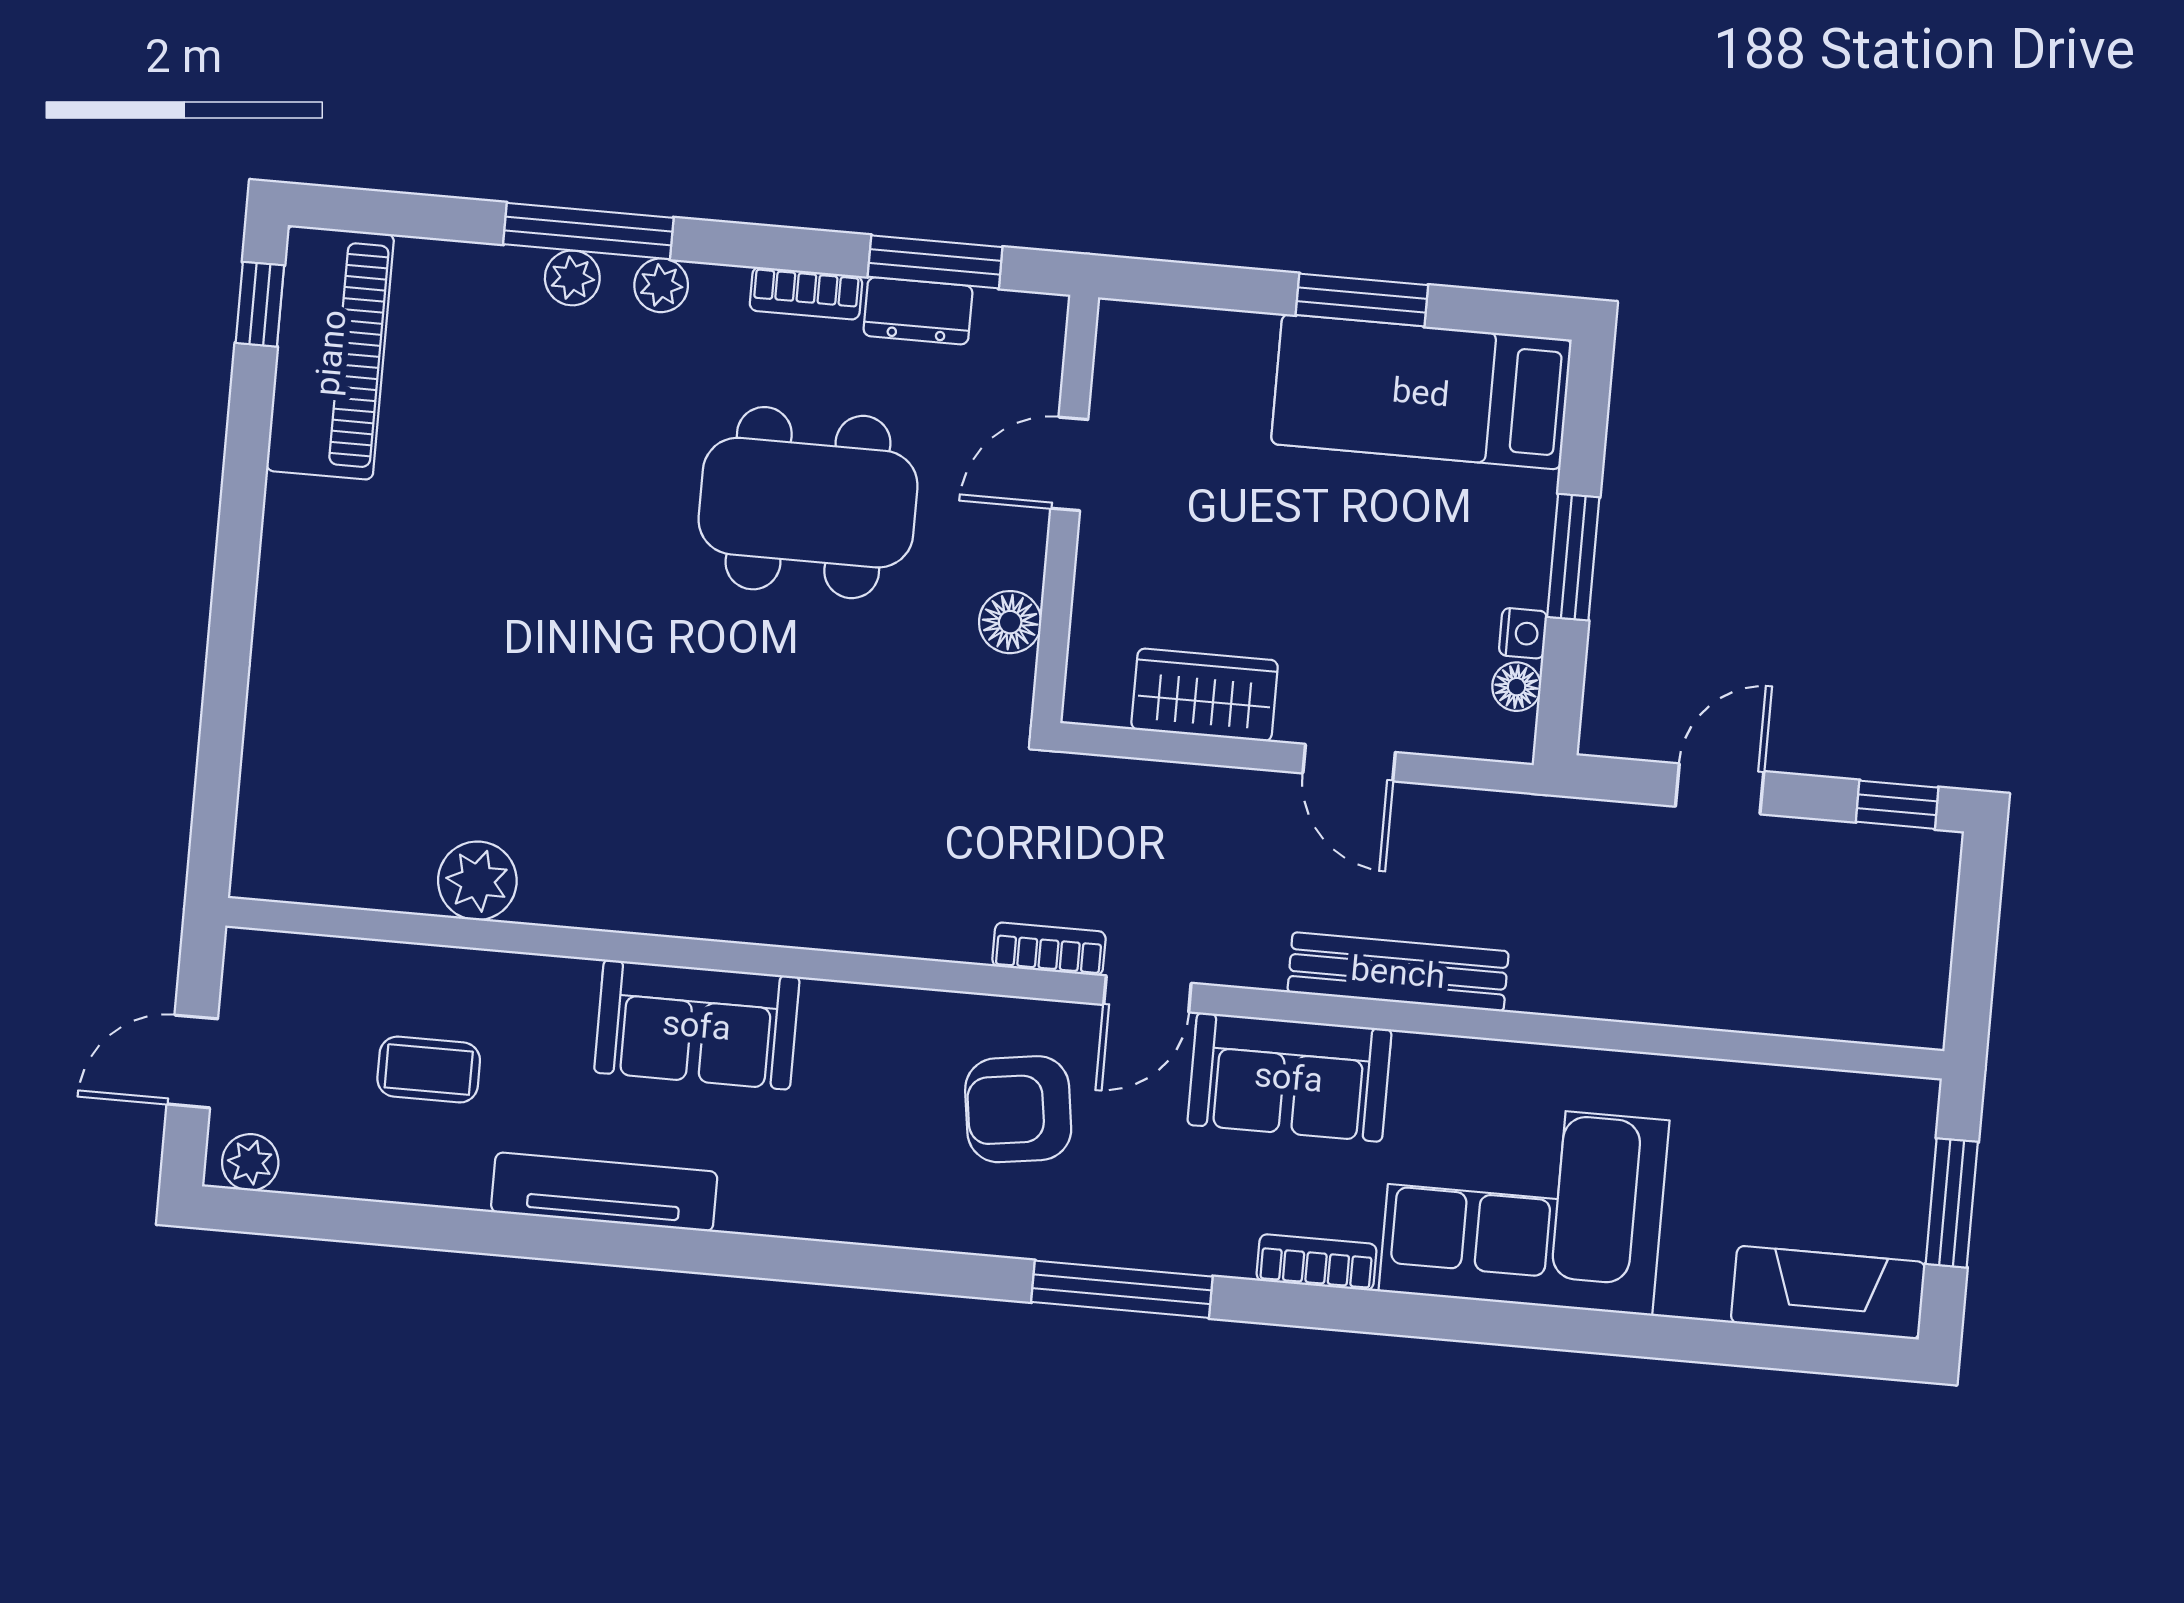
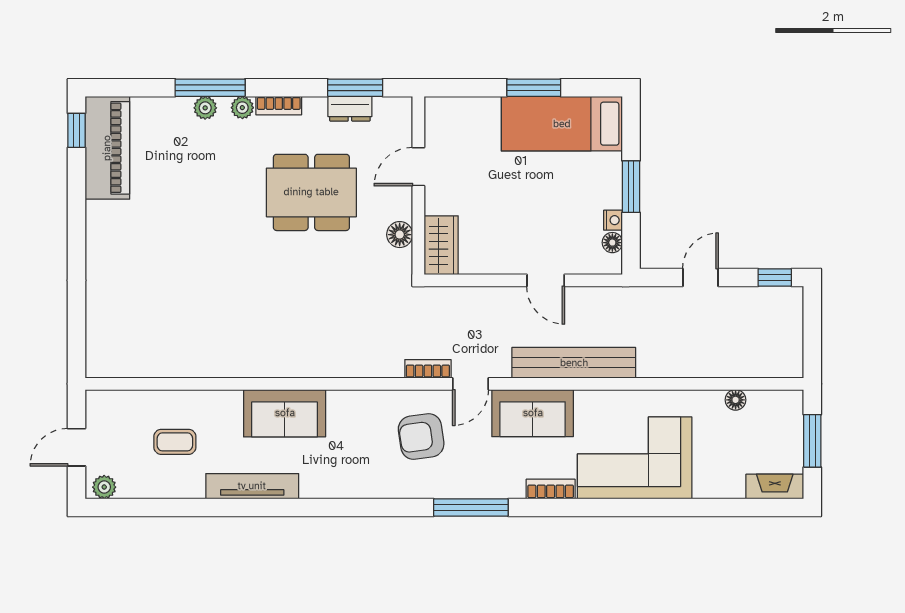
bookcase: (806, 293) -> (279, 106), moved
wardrobe: (1205, 695) -> (441, 245), moved, turned 90
plant: (477, 881) -> (188, 362), removed
bench: (1398, 972) -> (574, 363), width x1.37, depth x1.21
floor lamp: (1777, 1089) -> (736, 400), added
fireplace: (1828, 1292) -> (775, 486), width x0.73, depth x0.76

